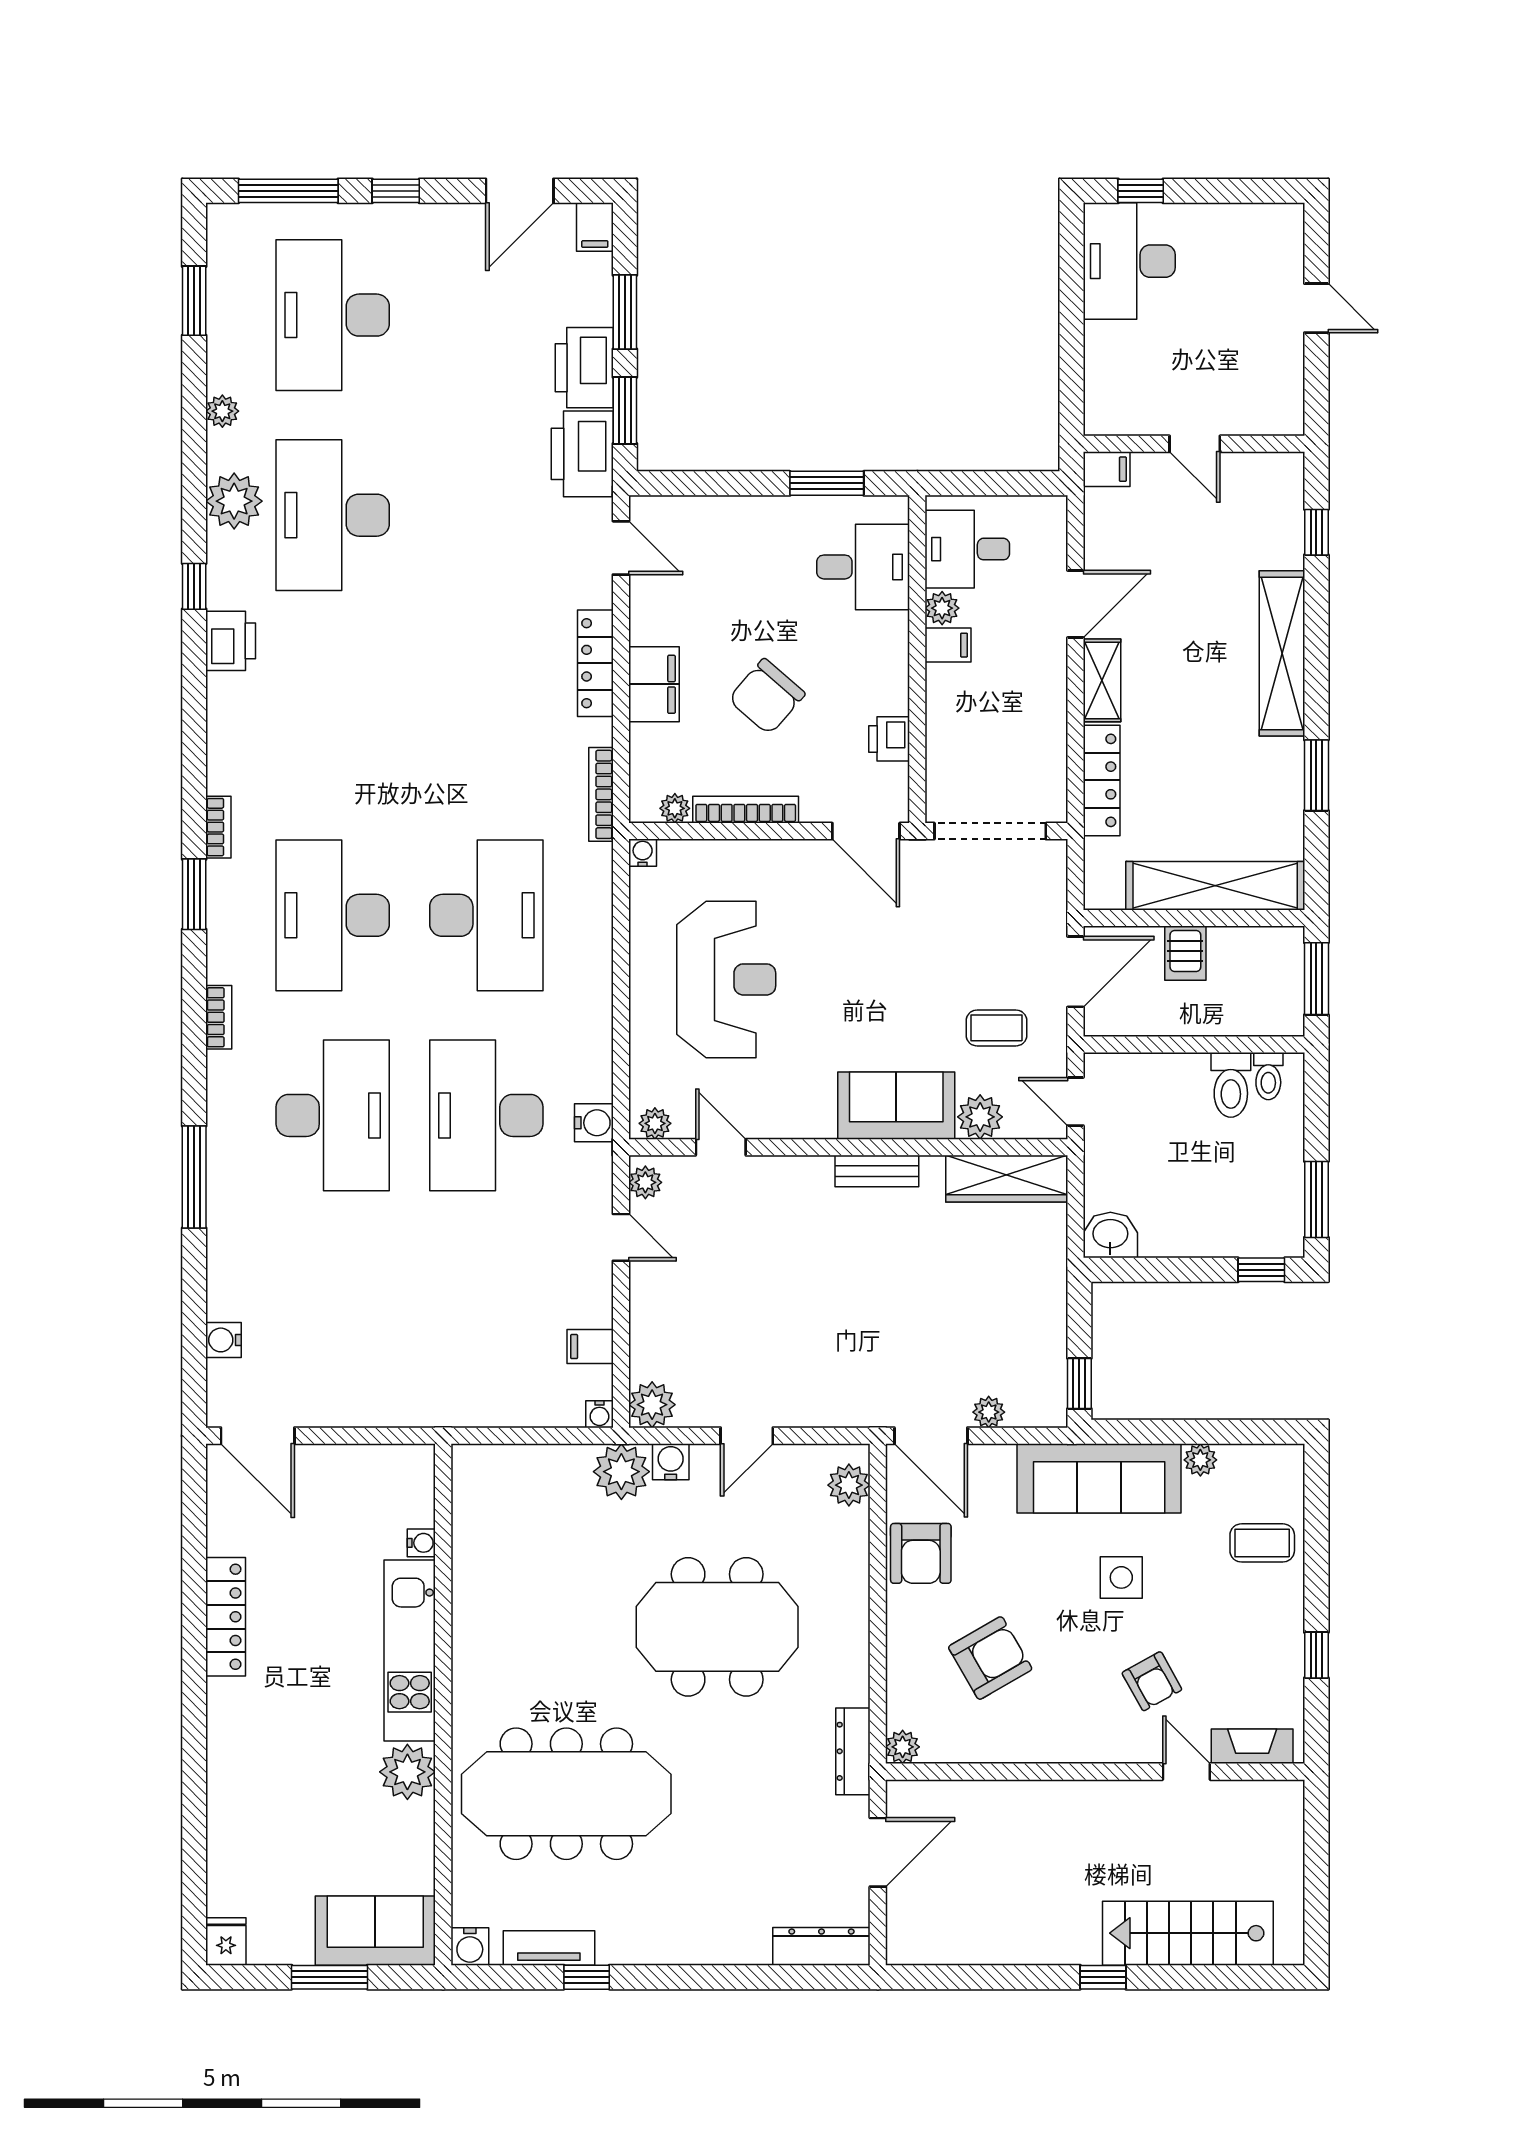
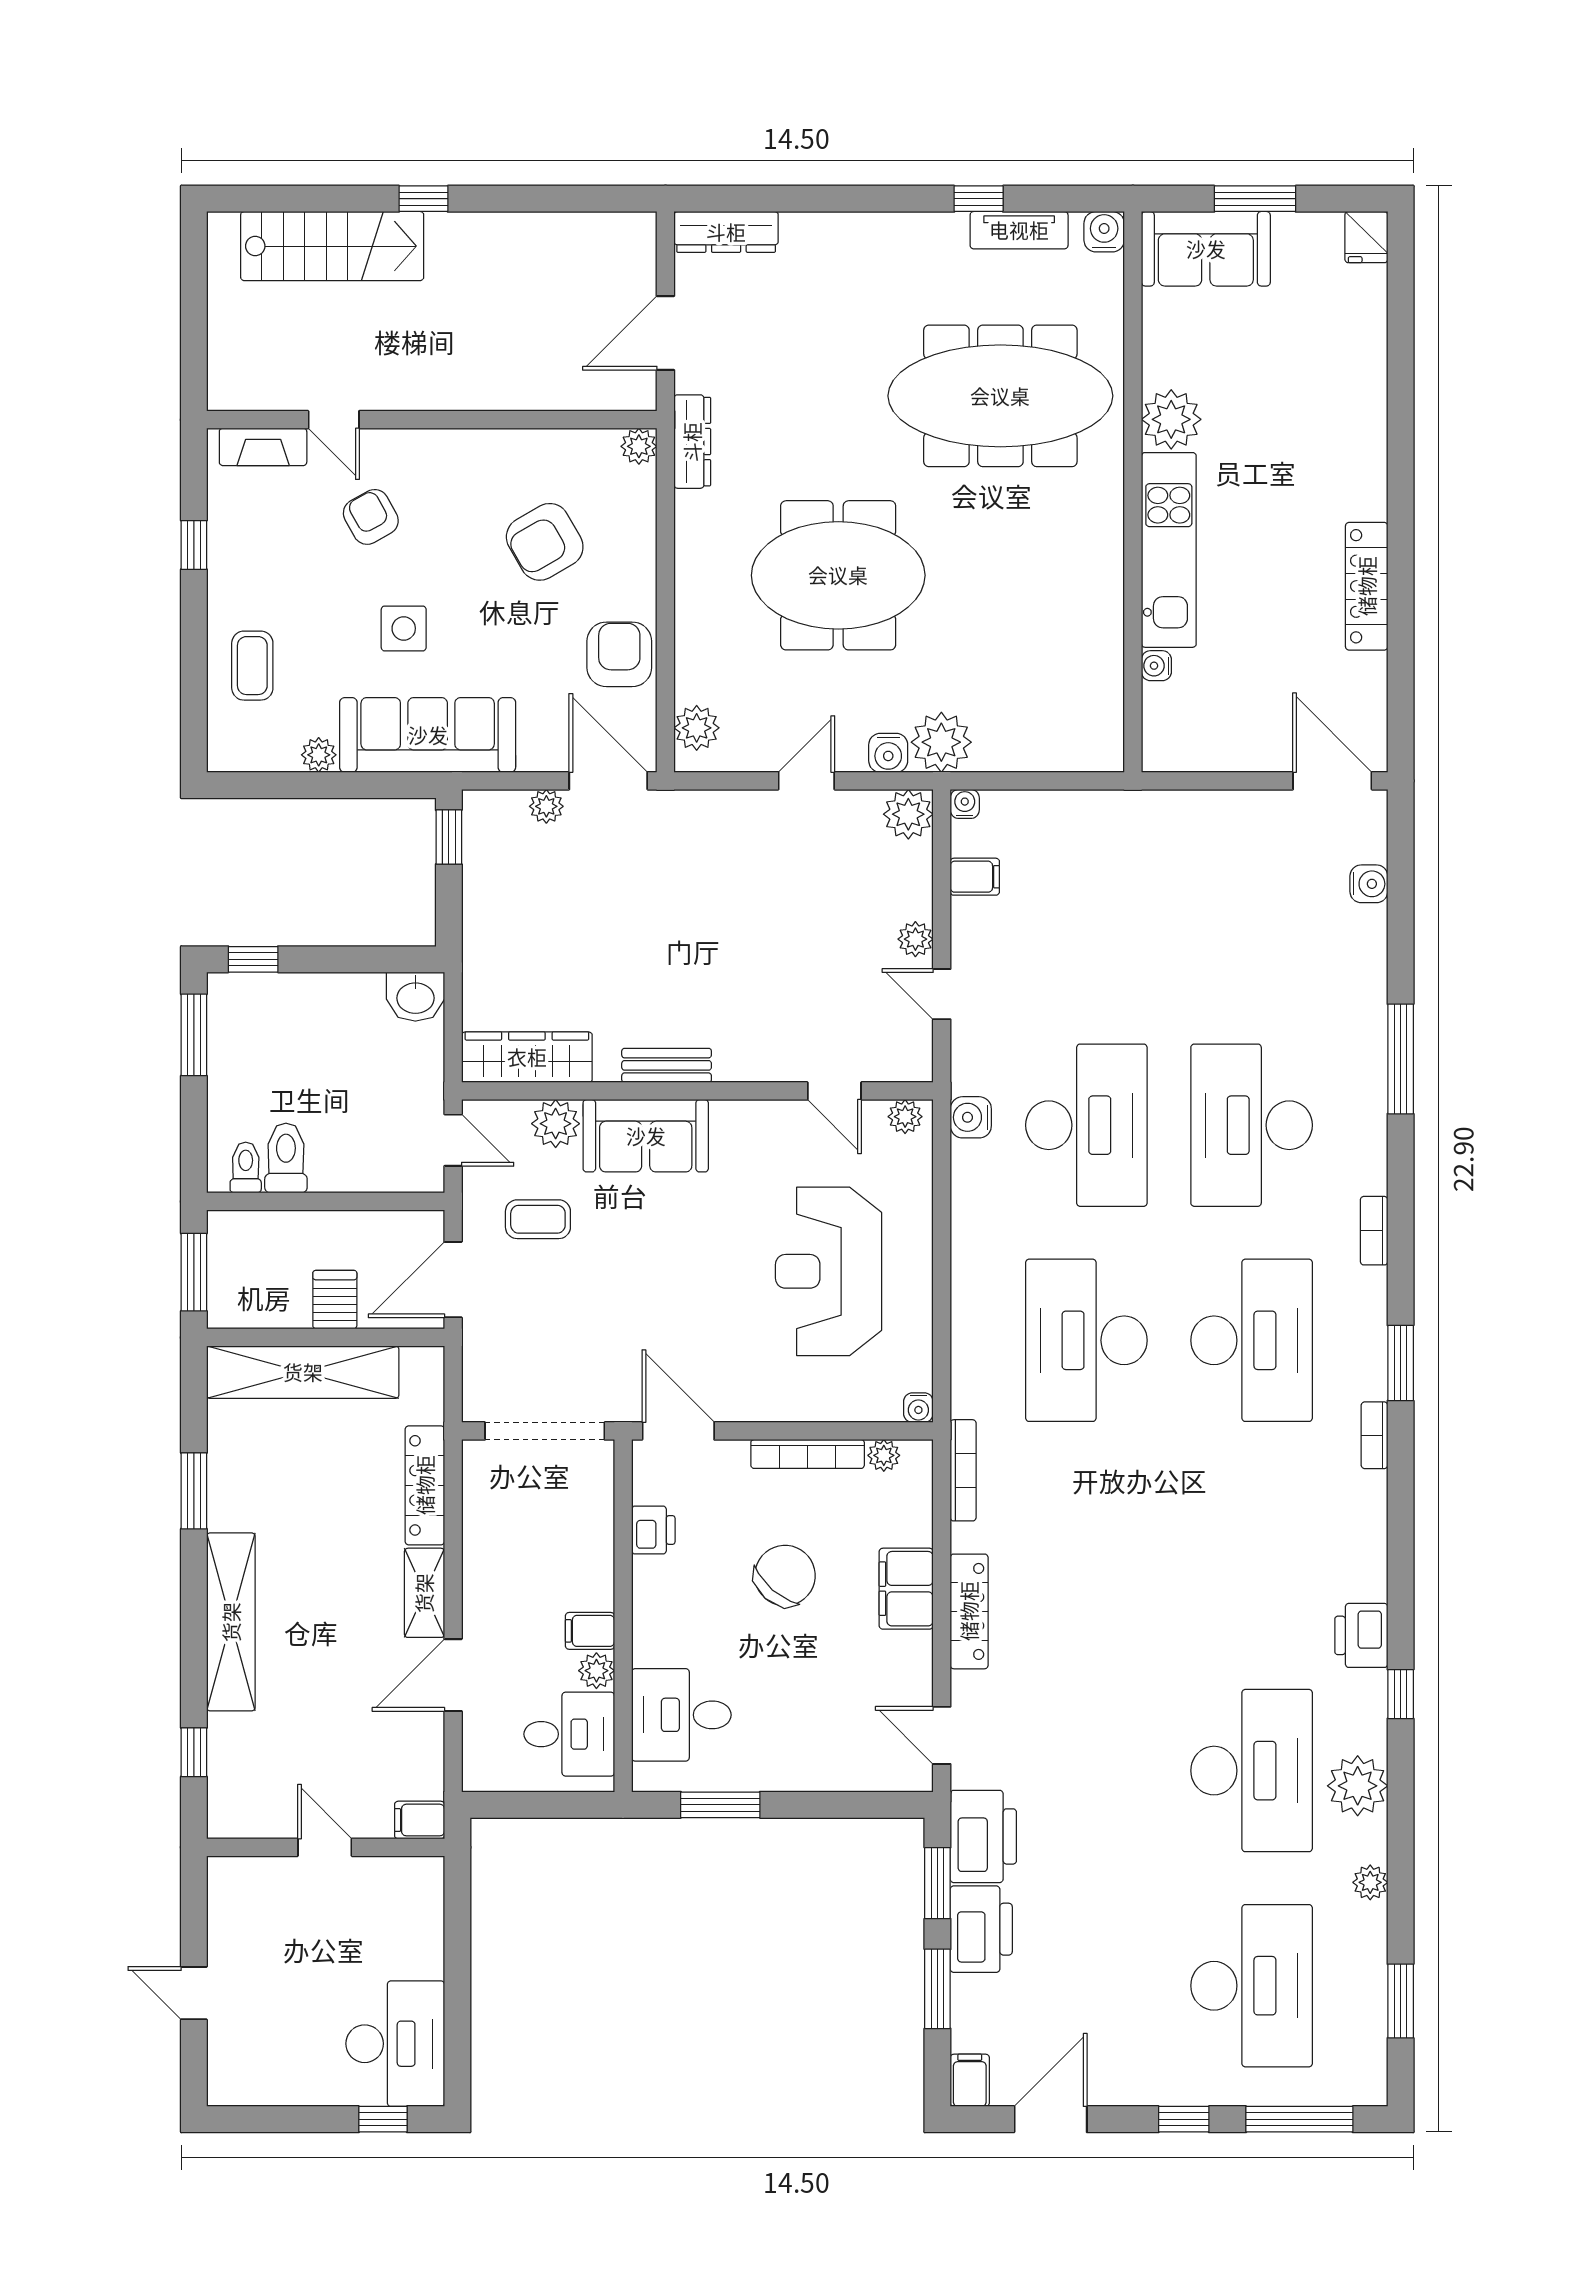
plant: (645, 1182) -> (915, 939), moved
coffee table: (1262, 1543) -> (252, 666), turned 90

